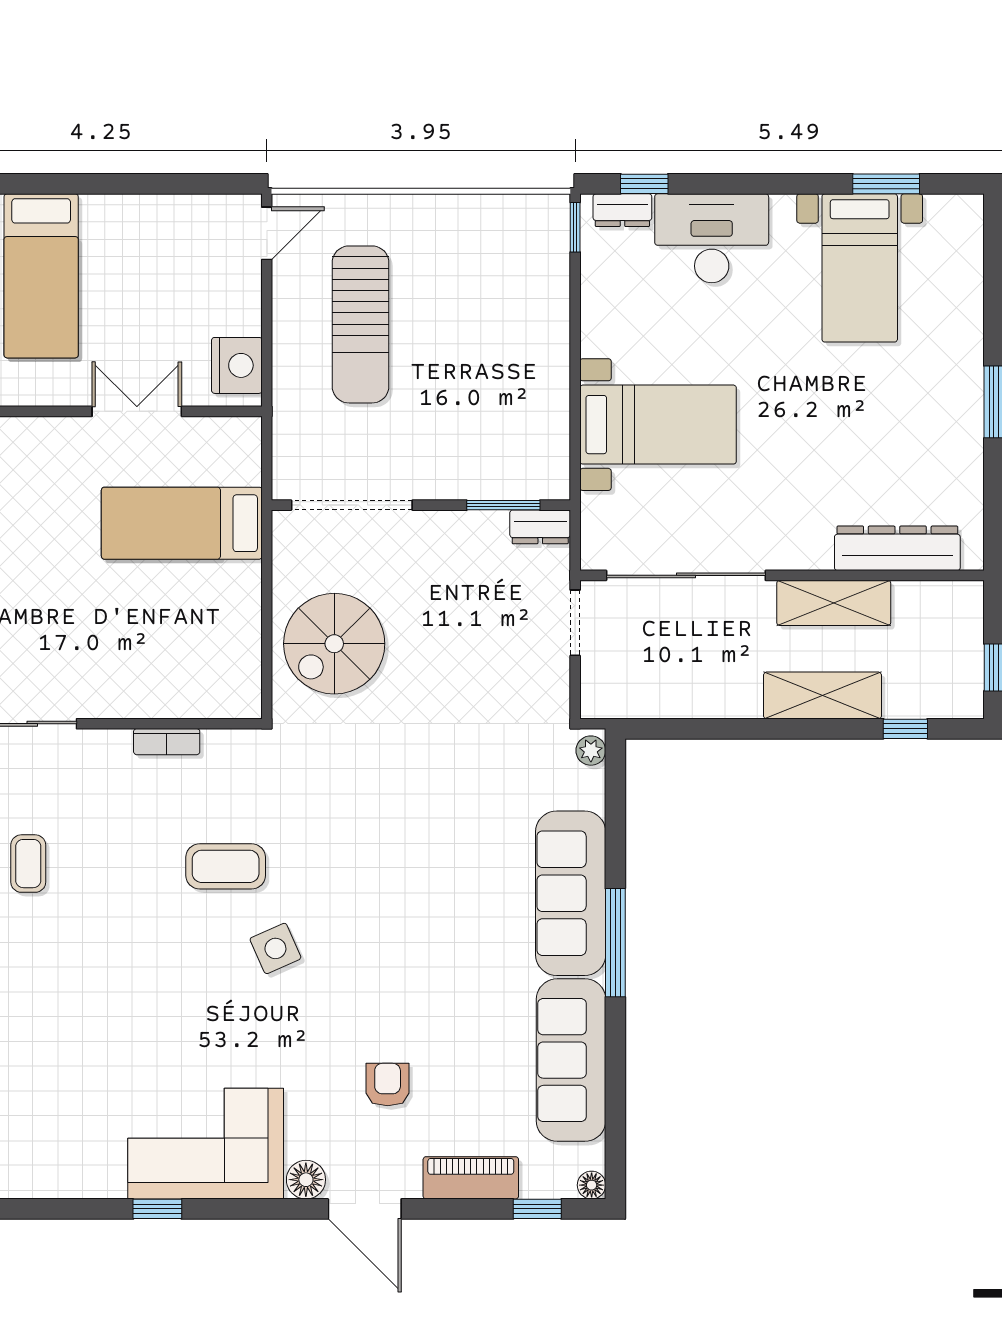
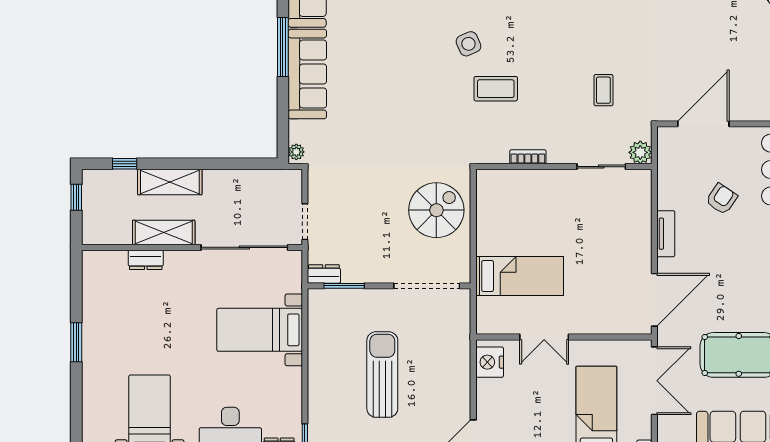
sun lounger: (361, 324) -> (382, 375), moved
dresser: (897, 548) -> (146, 260), width x0.51, depth x0.80

